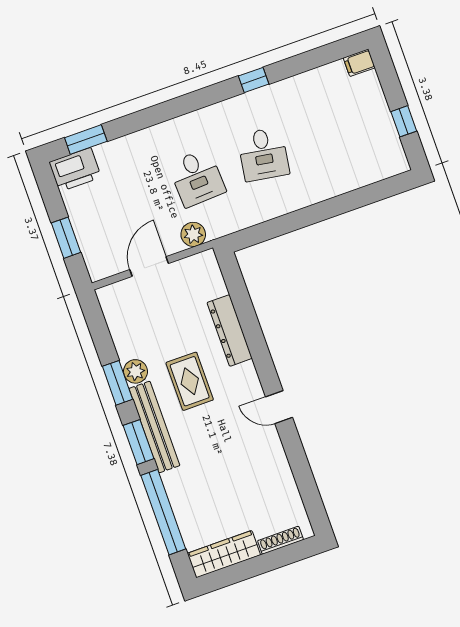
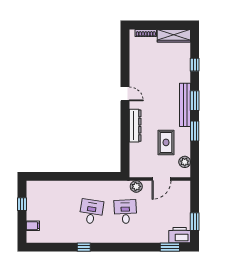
filing cabinet: (359, 63) -> (33, 226), moved
window: (66, 238) -> (195, 222), moved
dresser: (230, 330) -> (135, 126), moved
plant: (136, 371) -> (185, 162), moved
rug: (190, 381) -> (166, 142), moved
window: (163, 512) -> (195, 65), width x0.32

